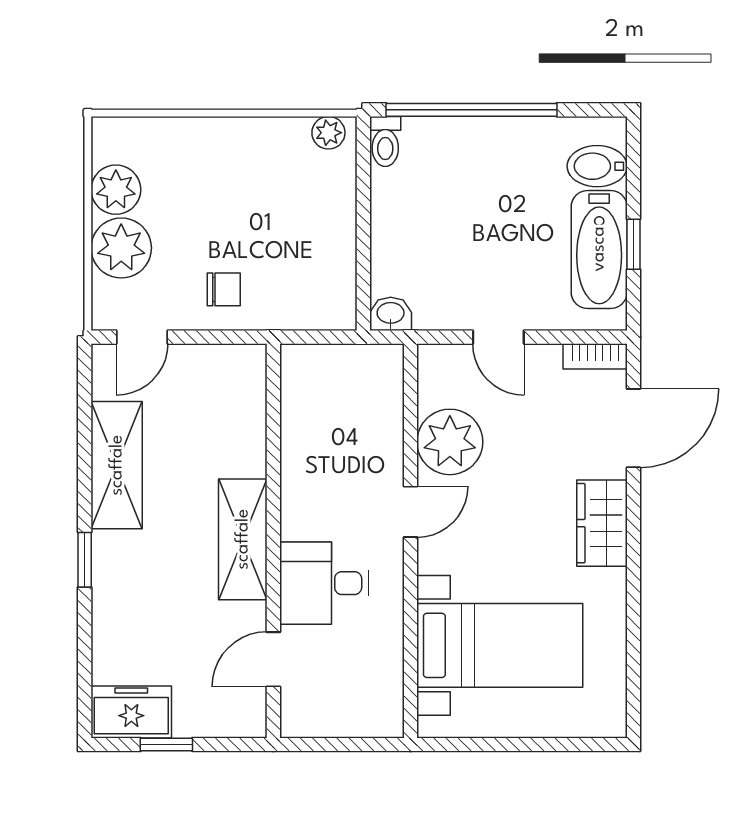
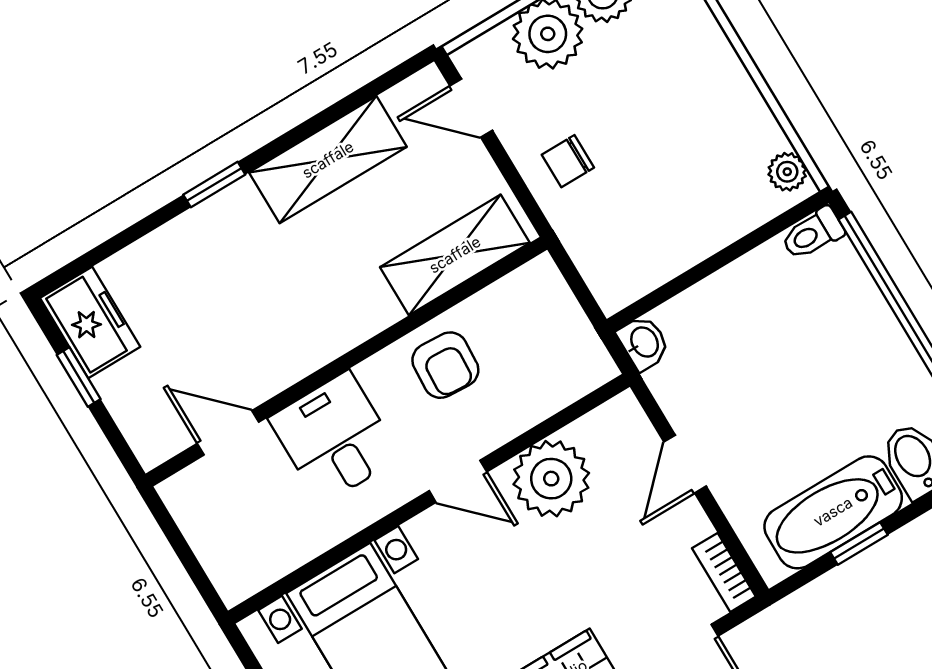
chair: (224, 289) -> (568, 161), turned 90
armchair: (320, 470) -> (445, 365), added
shelving: (243, 539) -> (455, 255), moved

